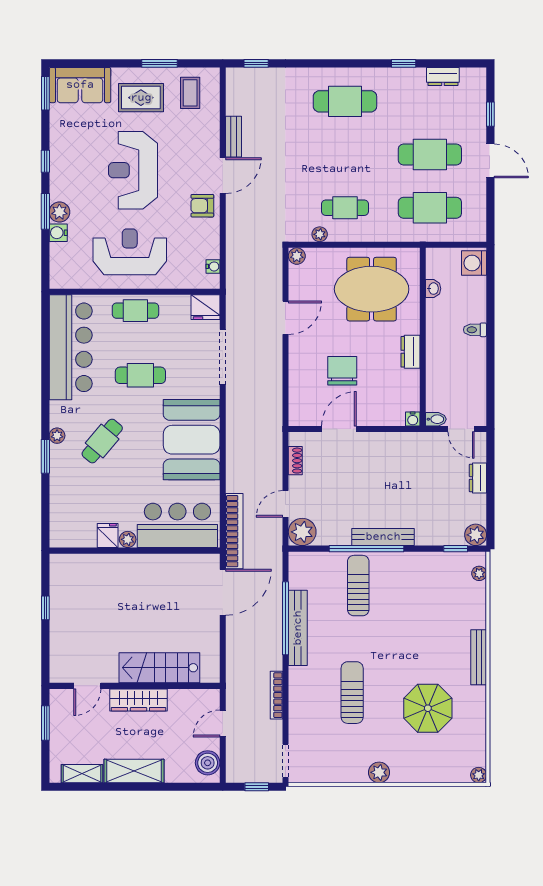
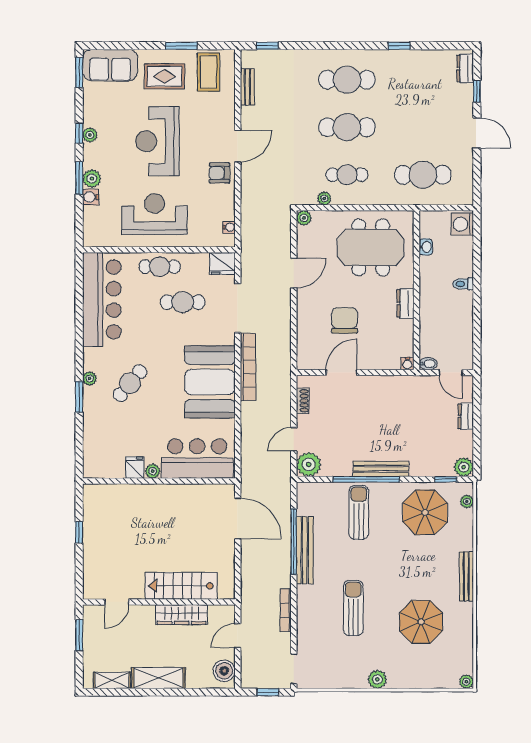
dresser: (443, 76) -> (465, 68), moved, turned 90
coffee table: (190, 93) -> (208, 72), width x1.36, depth x1.30
bench: (234, 137) -> (247, 87), moved
cafe table: (430, 155) -> (347, 127), moved
plant: (57, 163) -> (90, 135), added
cafe table: (140, 375) -> (183, 302), moved
bookcase: (234, 531) -> (248, 367), moved
parasol: (432, 586) -> (425, 512), added
door: (223, 592) -> (238, 518), hinge flipped
wardrobe: (139, 700) -> (182, 615), moved

